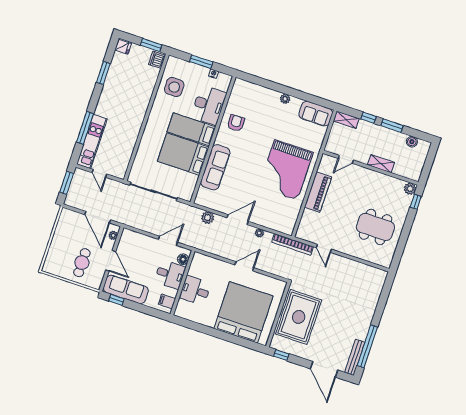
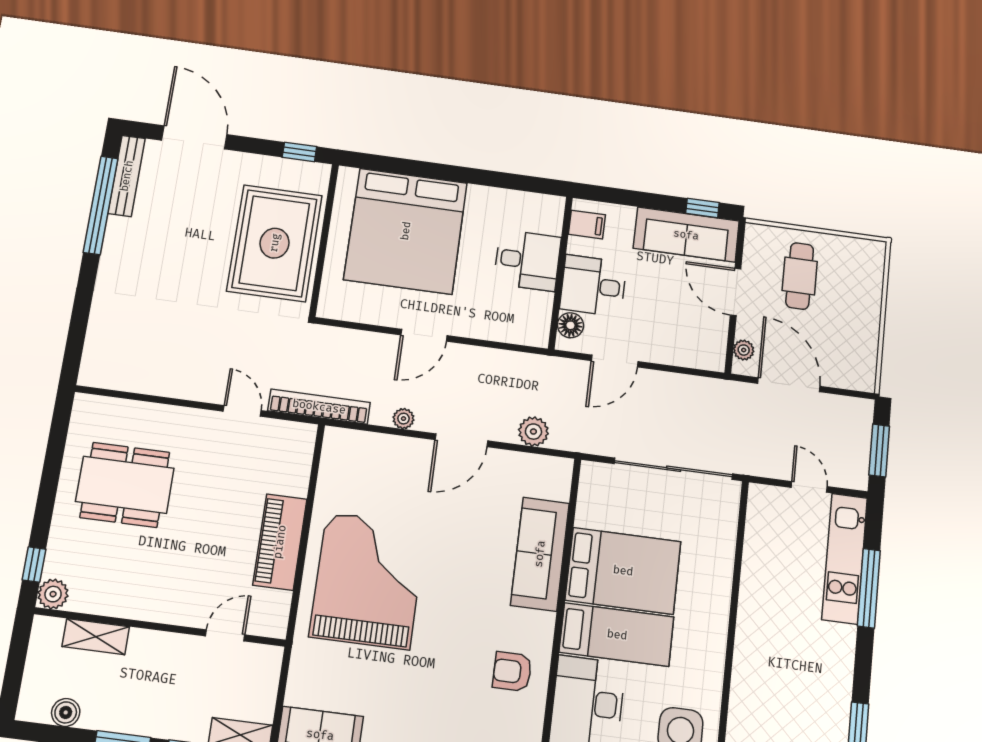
armchair: (236, 123) -> (512, 672), turned 92
shelving: (381, 164) -> (96, 637), moved

